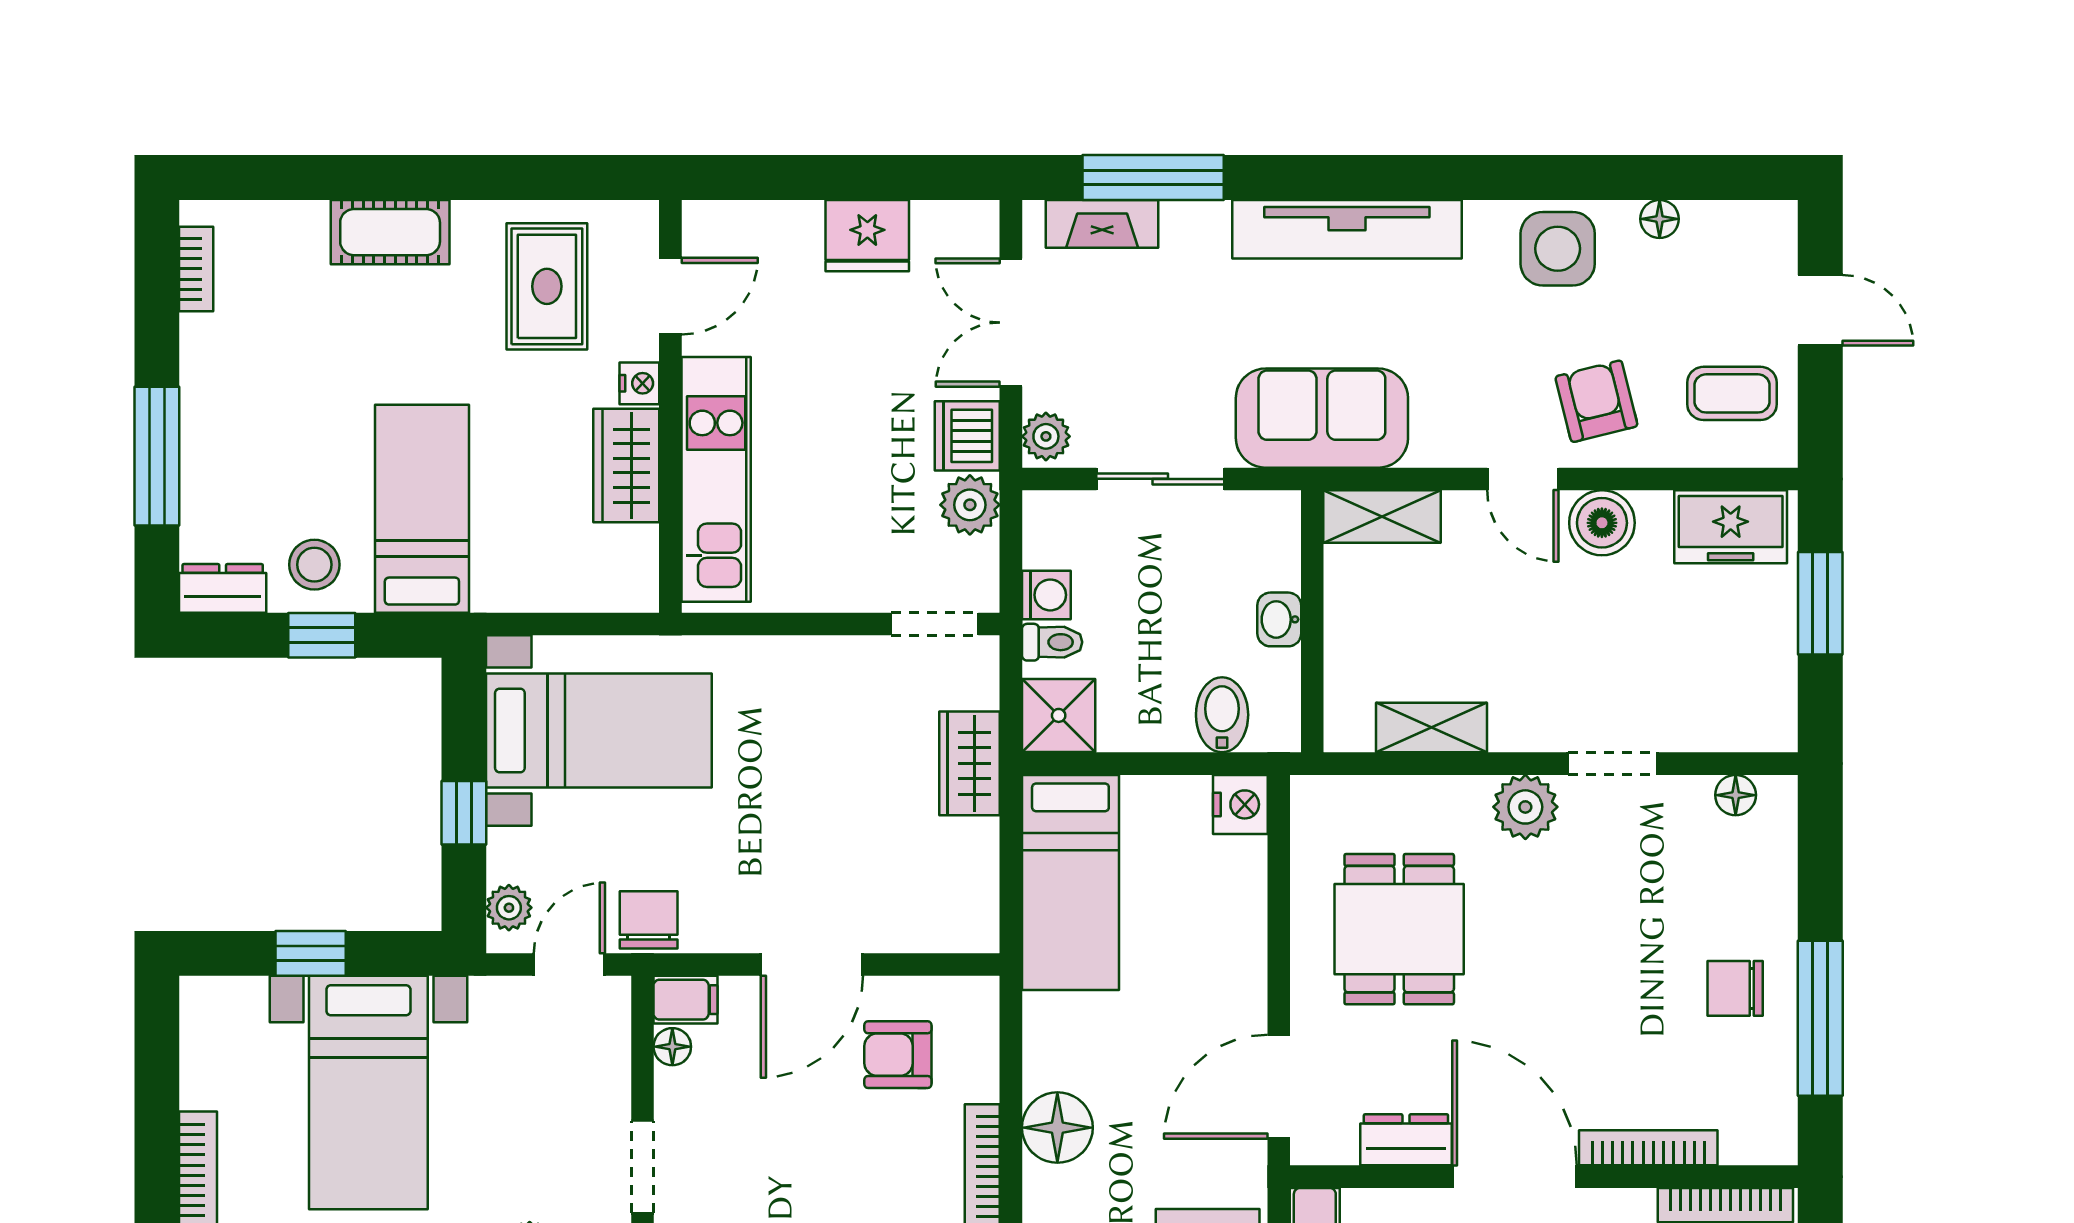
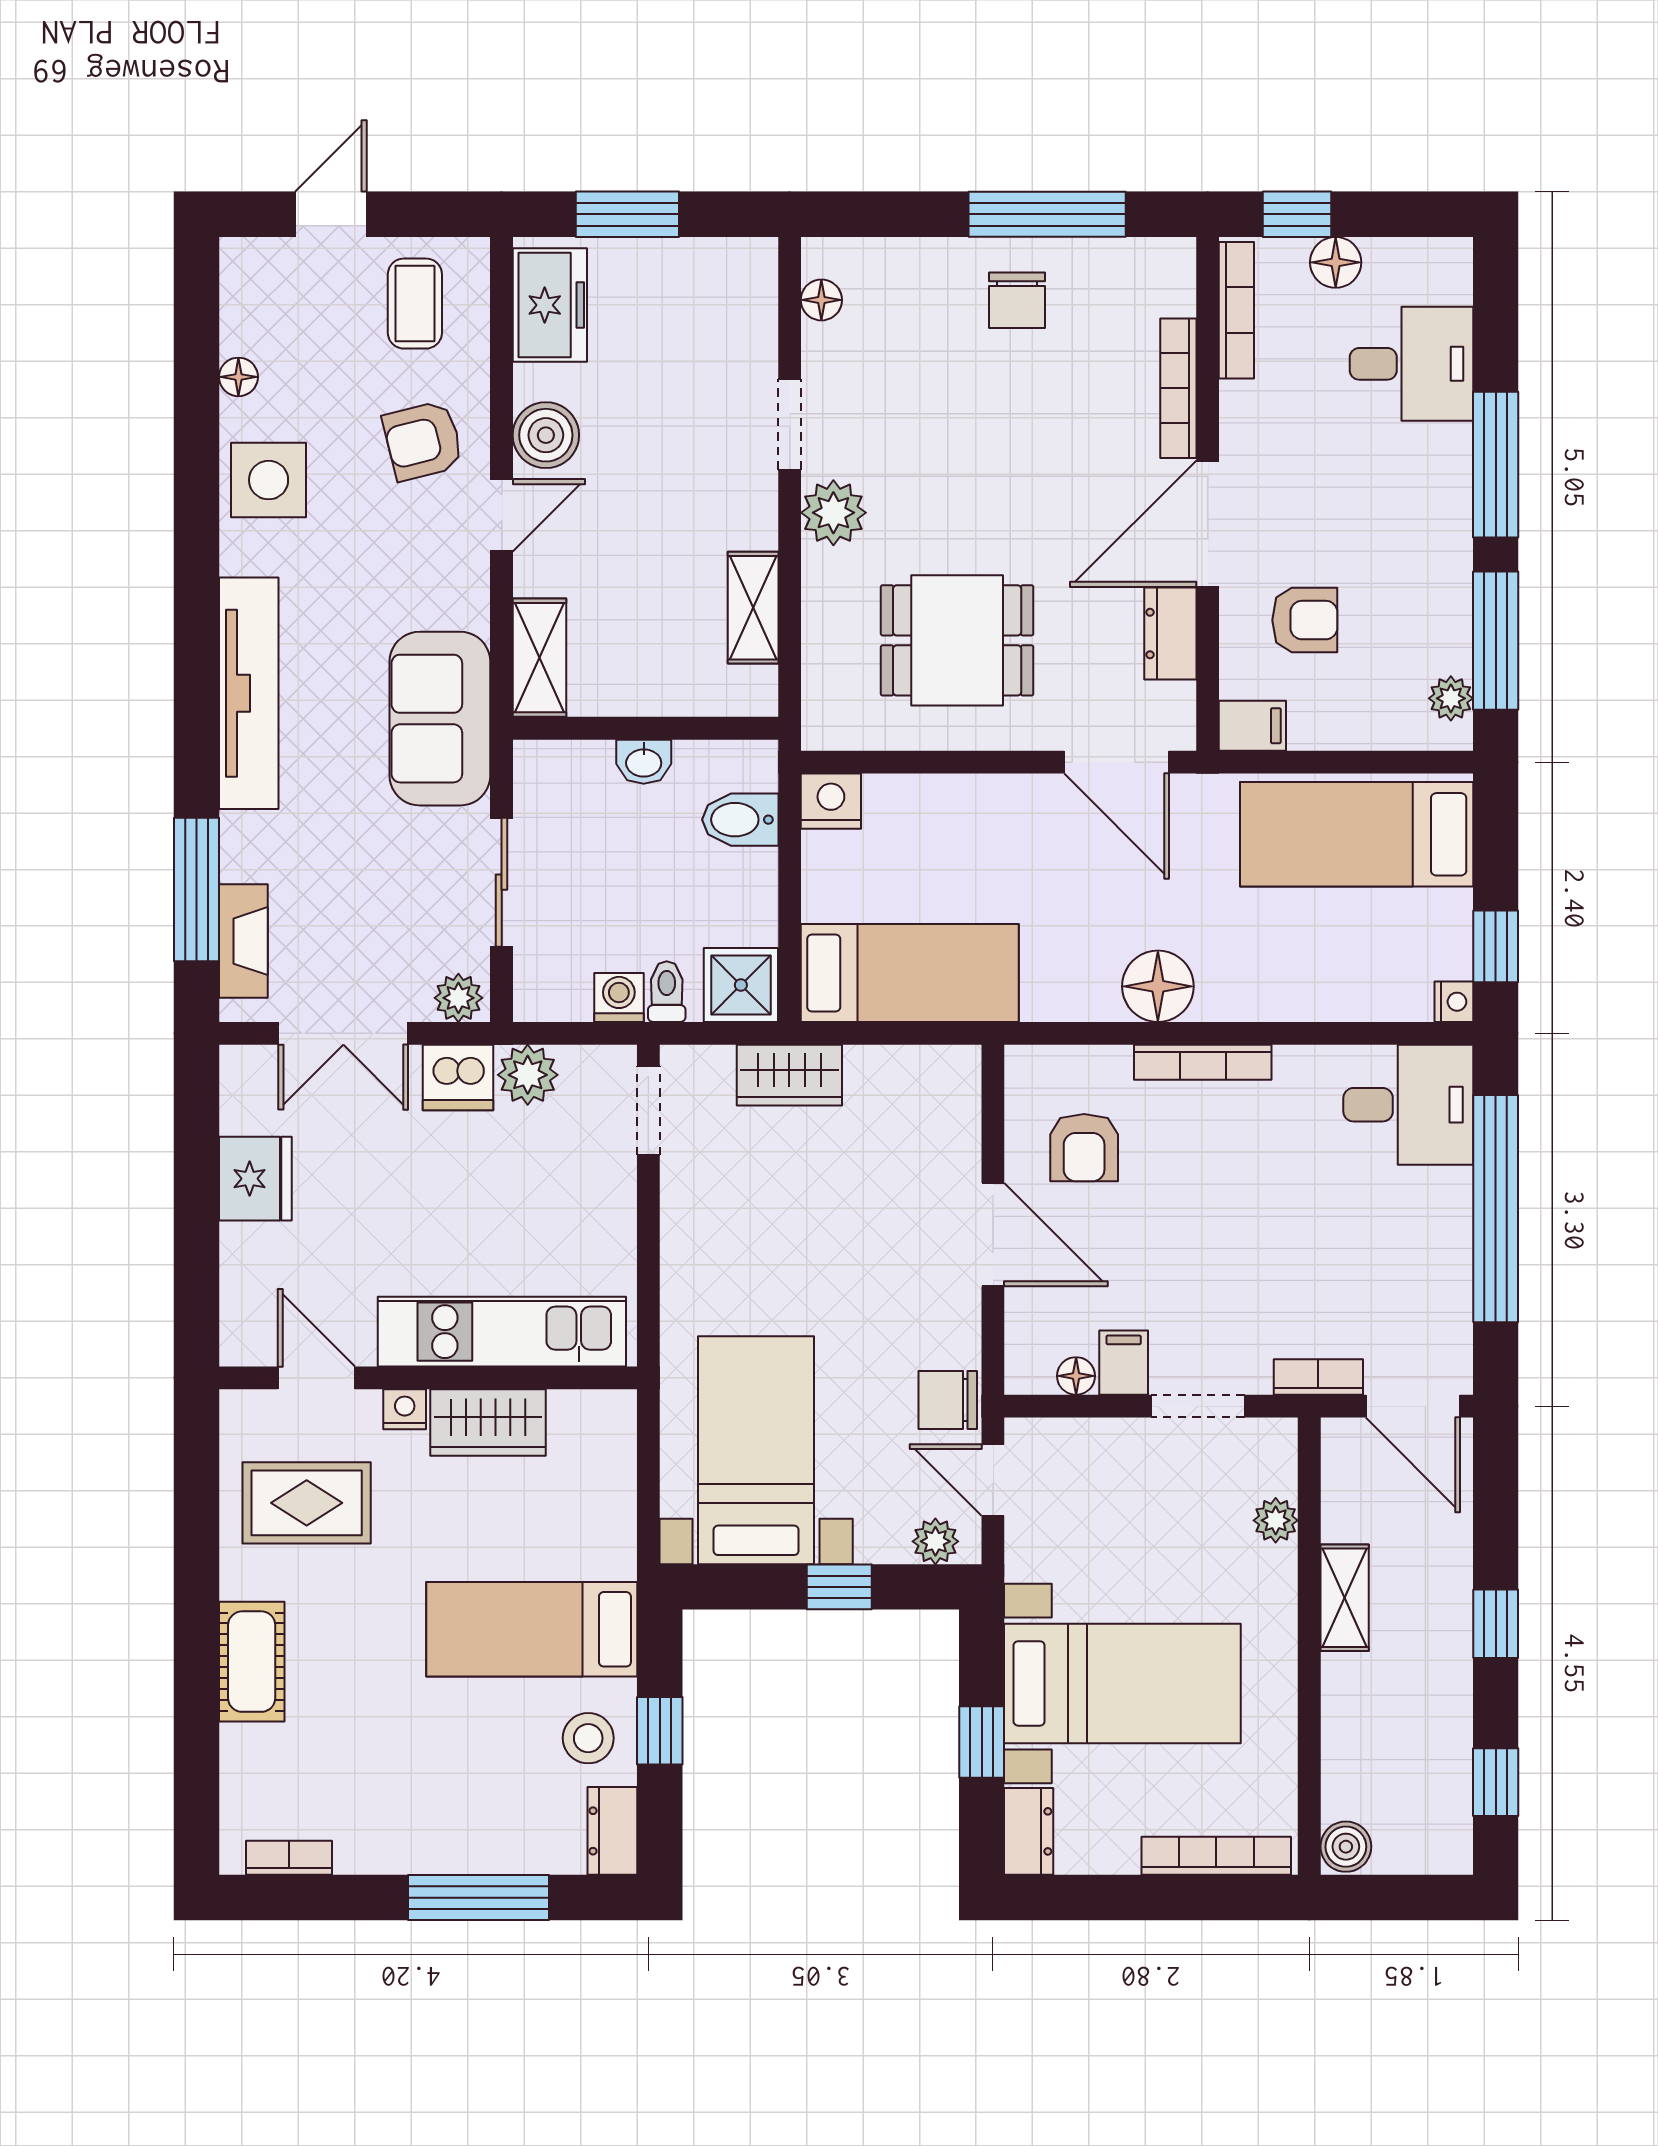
dresser: (222, 1000) -> (1029, 1831), added
filing cabinet: (686, 1000) -> (1124, 1363), moved

